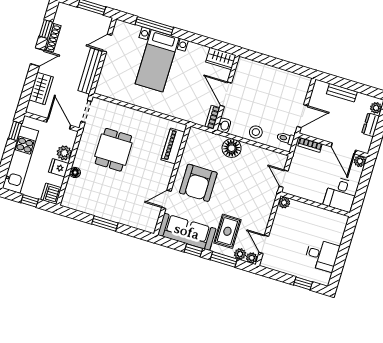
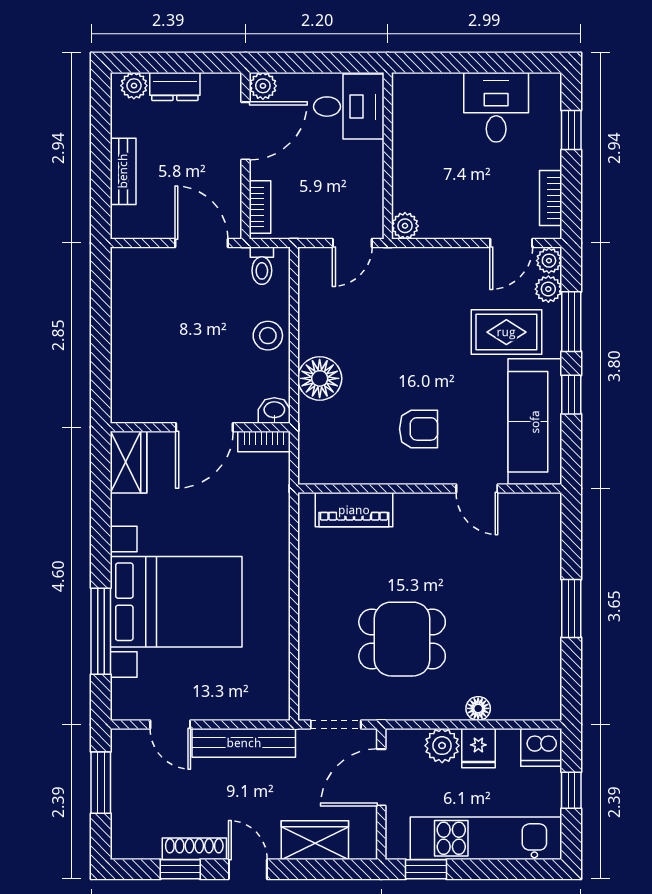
bed with nightstands: (157, 61) -> (176, 602), width x1.36
armchair: (198, 183) -> (419, 429), width x0.53, depth x0.53
bookcase: (277, 266) -> (551, 198), added

